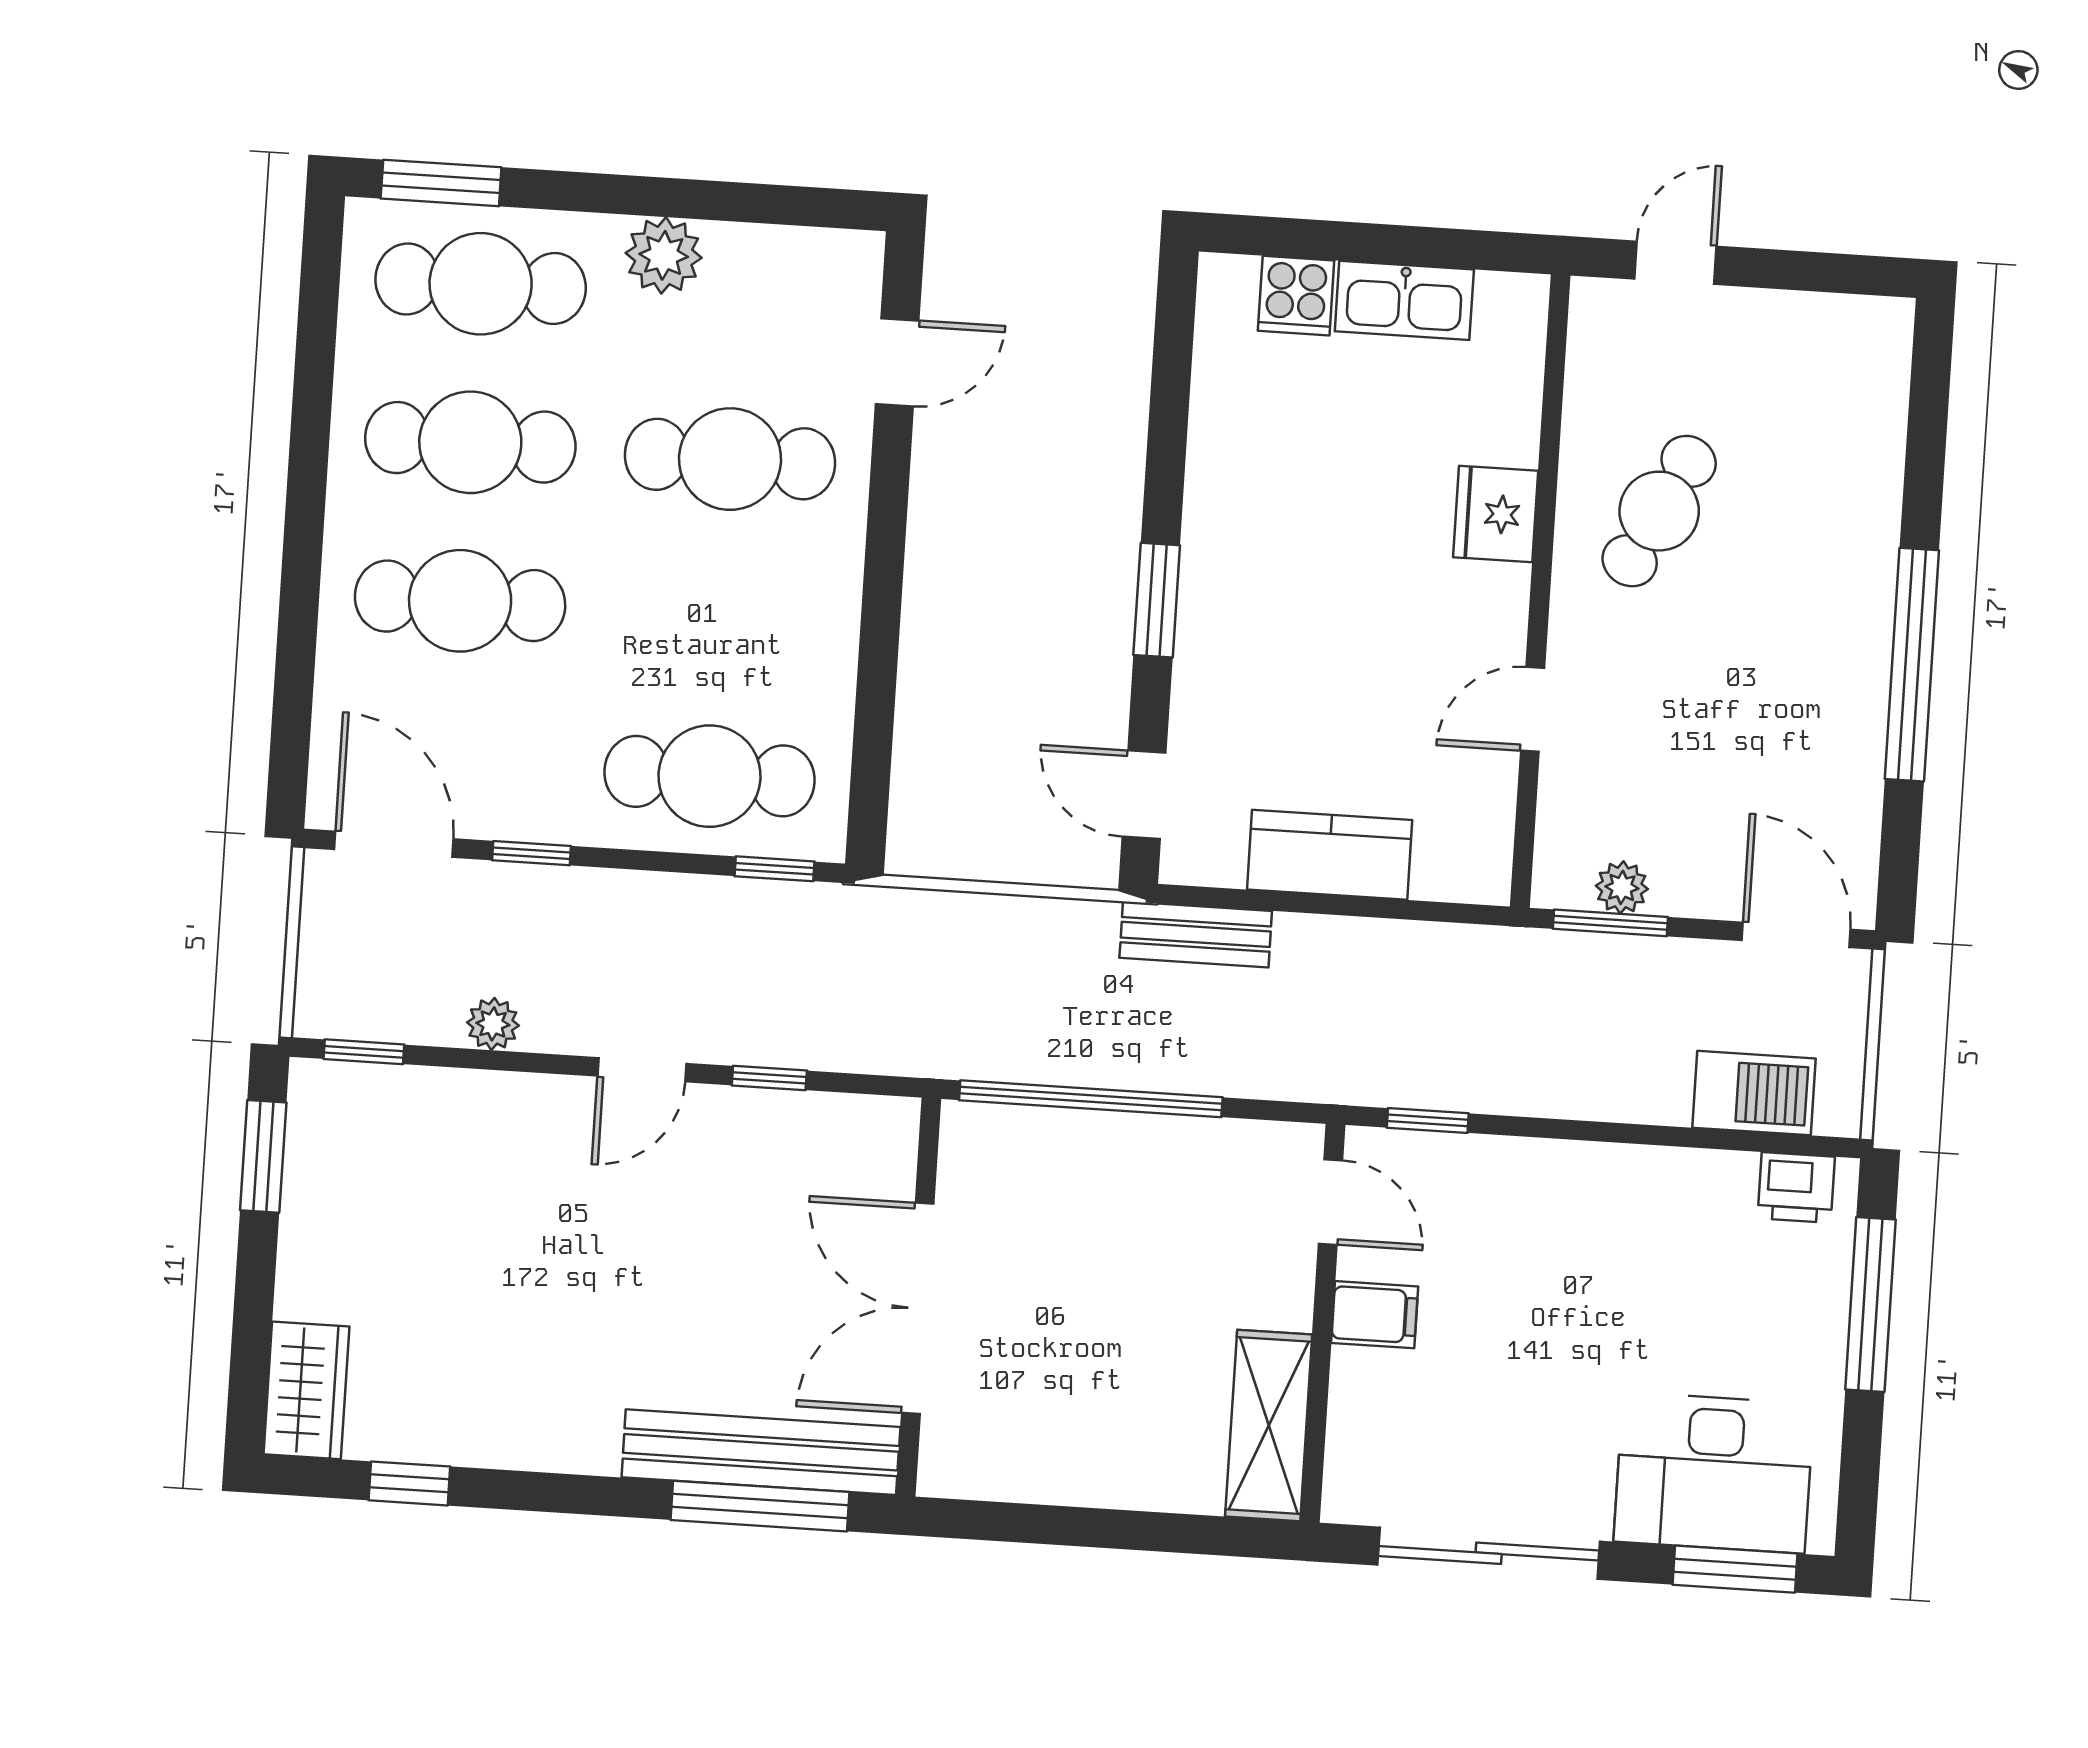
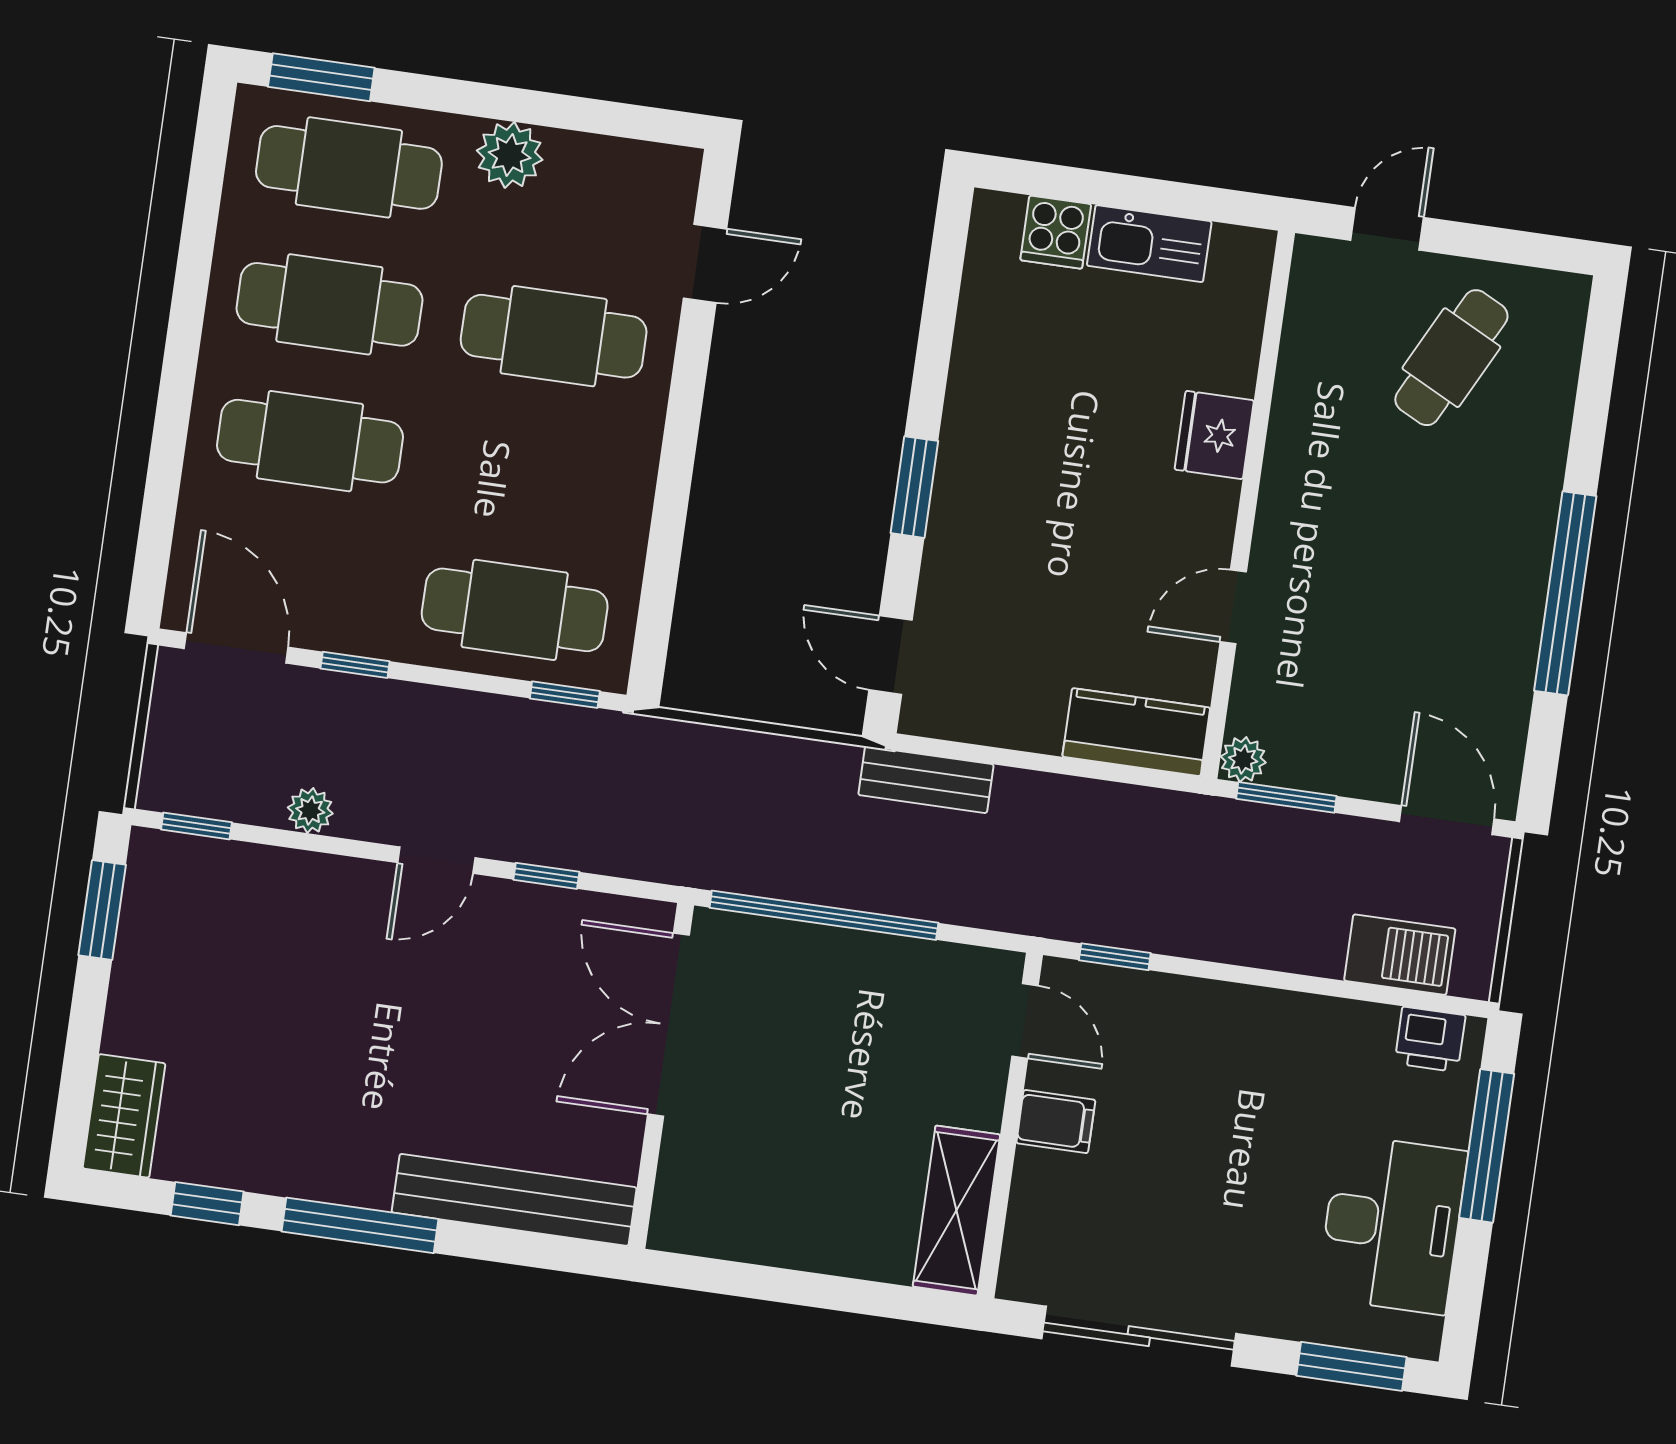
cafe table: (1659, 511) -> (1451, 358), moved
kitchen counter: (1330, 855) -> (1136, 732), moved
plant: (1622, 887) -> (1243, 759), moved
double door: (918, 1308) -> (669, 1025), moved
desk: (1714, 1473) -> (1392, 1224), moved, turned -90
window: (760, 1506) -> (360, 1225), moved

